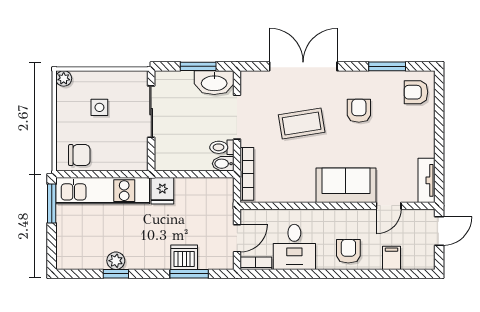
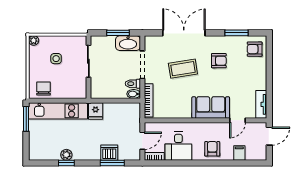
armchair: (359, 111) -> (219, 61), turned 90
chair: (79, 155) -> (43, 89), turned -90

